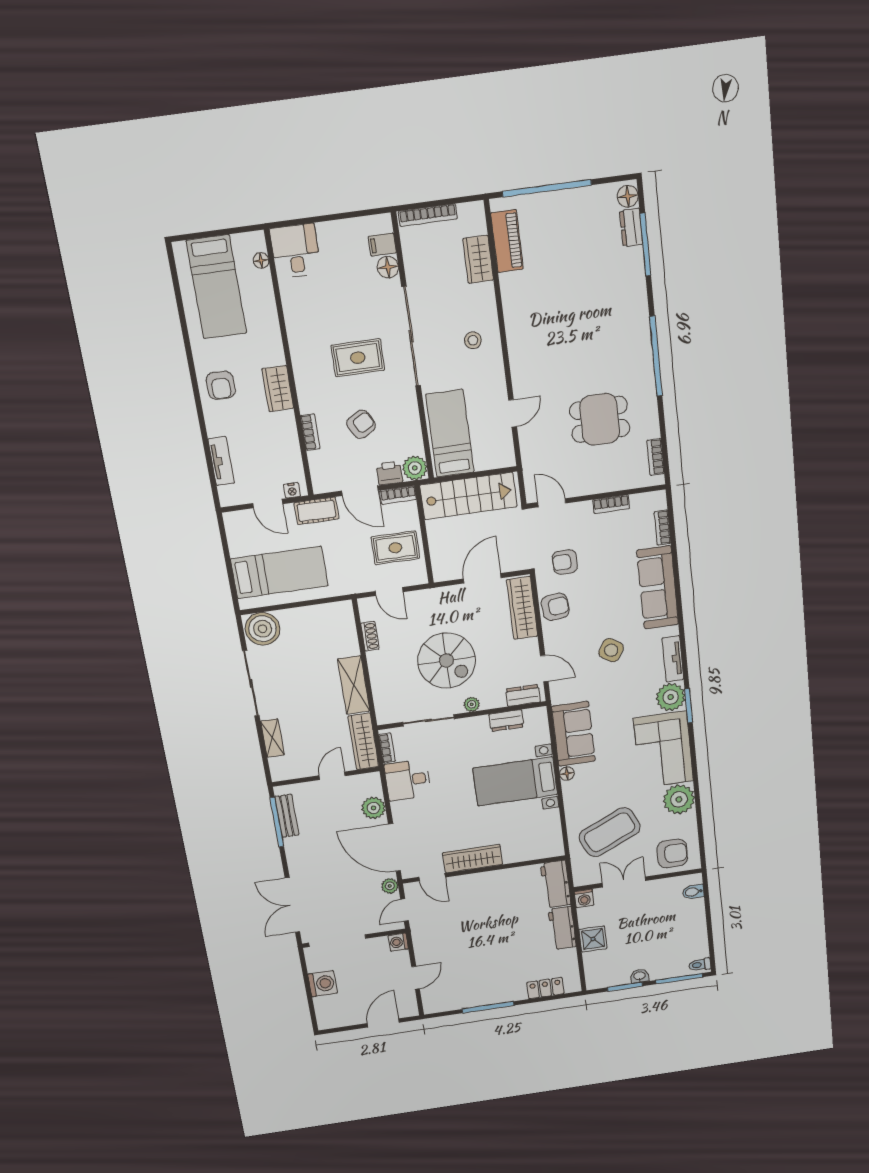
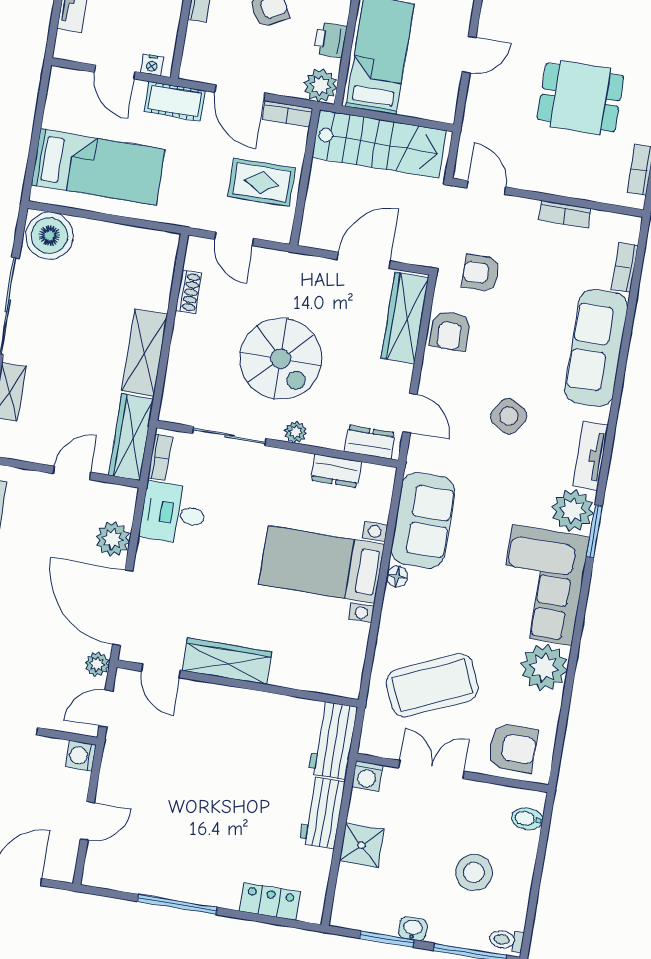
printer: (389, 473) -> (330, 40), moved, turned -90
armchair: (555, 607) -> (450, 331), turned 96
stool: (668, 933) -> (474, 872), added

